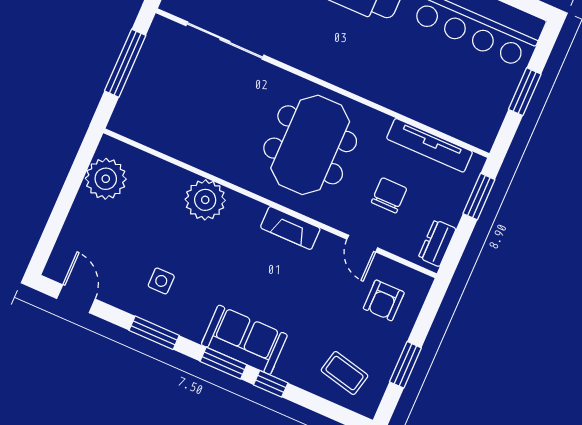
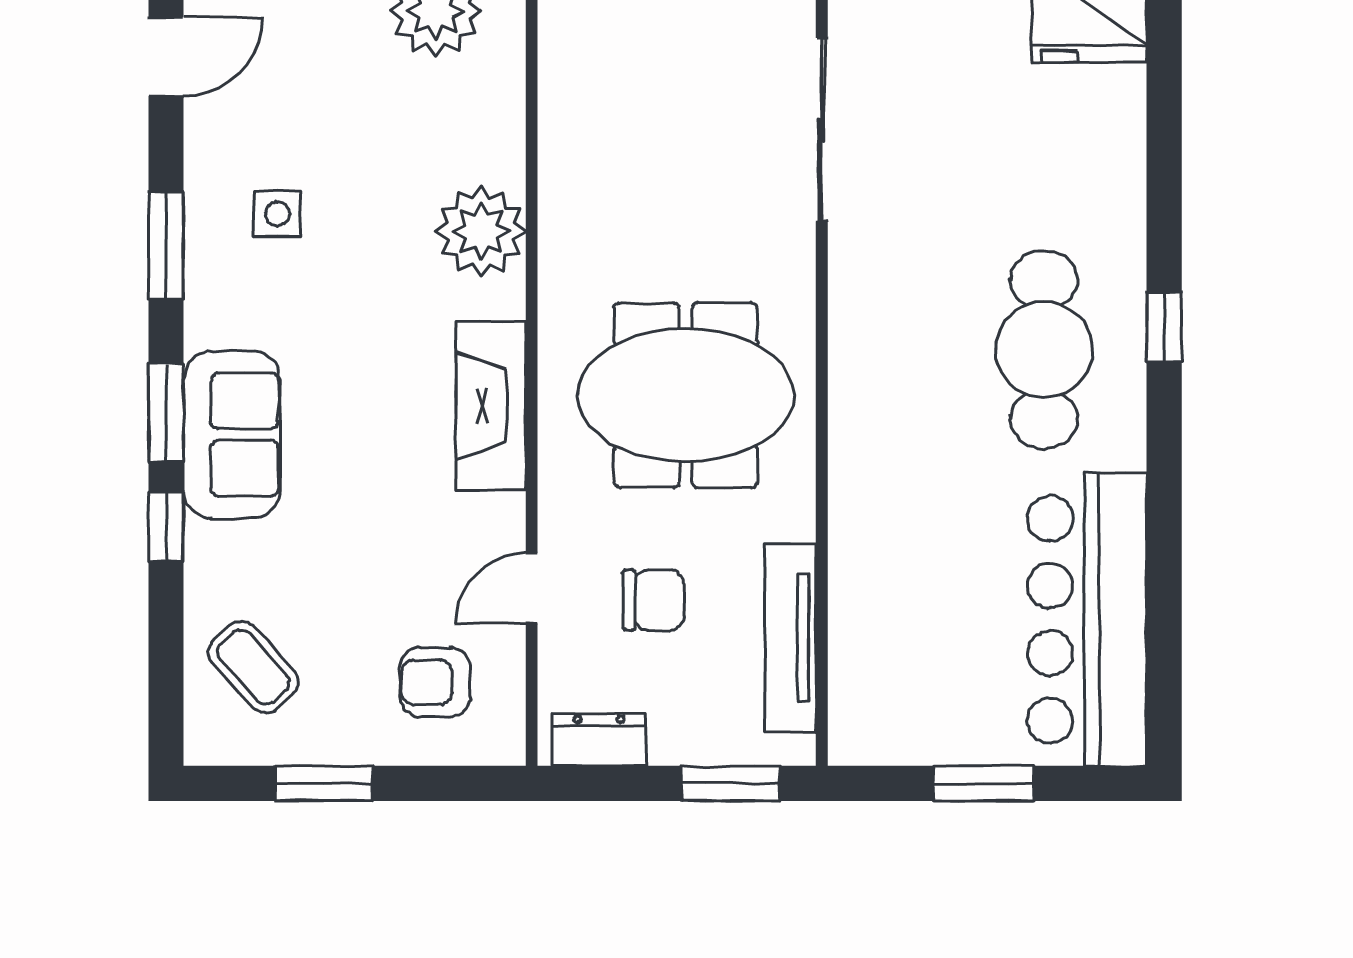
fireplace: (290, 228) -> (491, 406), width x1.37, depth x1.32
coffee table: (345, 373) -> (253, 667), turned -55

